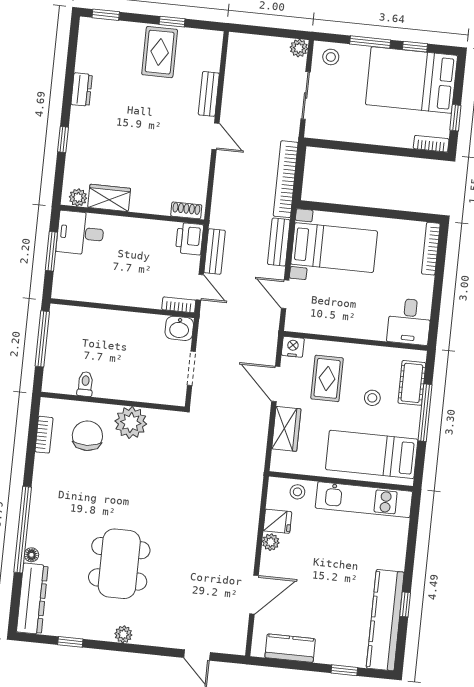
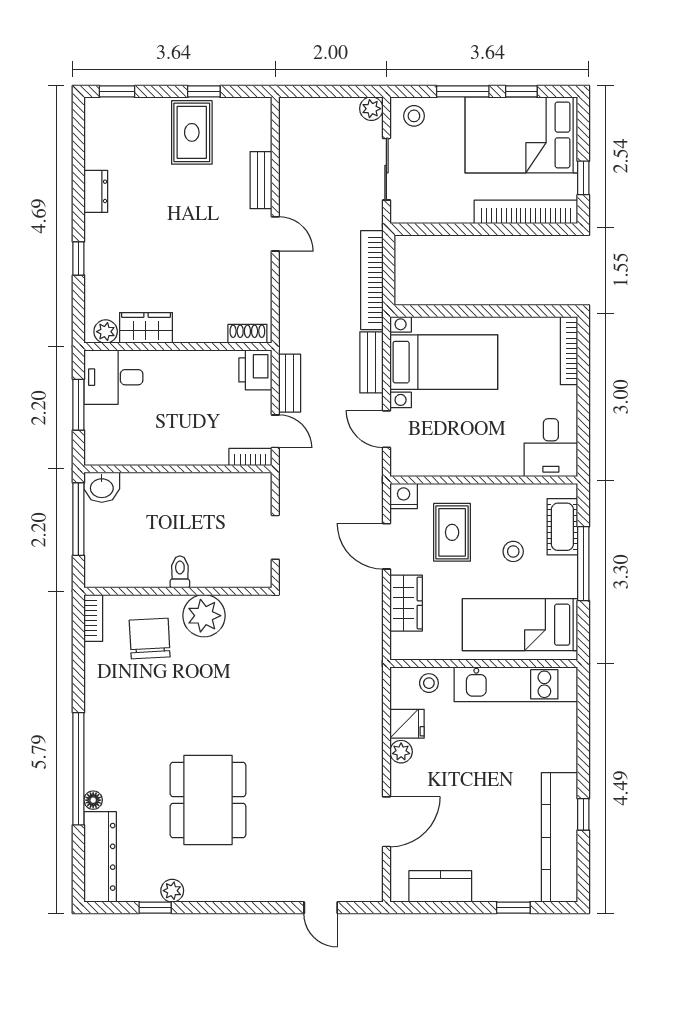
bookcase: (431, 144) -> (526, 212), width x2.31, depth x1.31
washbasin: (179, 328) -> (102, 487), moved
toilet: (85, 384) -> (180, 572), moved
bookcase: (44, 435) -> (93, 618), moved
plant: (123, 634) -> (172, 891), moved

